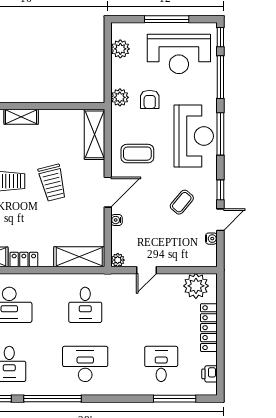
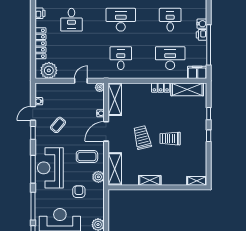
plant: (120, 97) -> (98, 177), moved
shelving: (21, 117) -> (150, 180), moved
shelving: (79, 257) -> (115, 99), moved, turned 90
desk: (85, 364) -> (121, 20), turned 180

